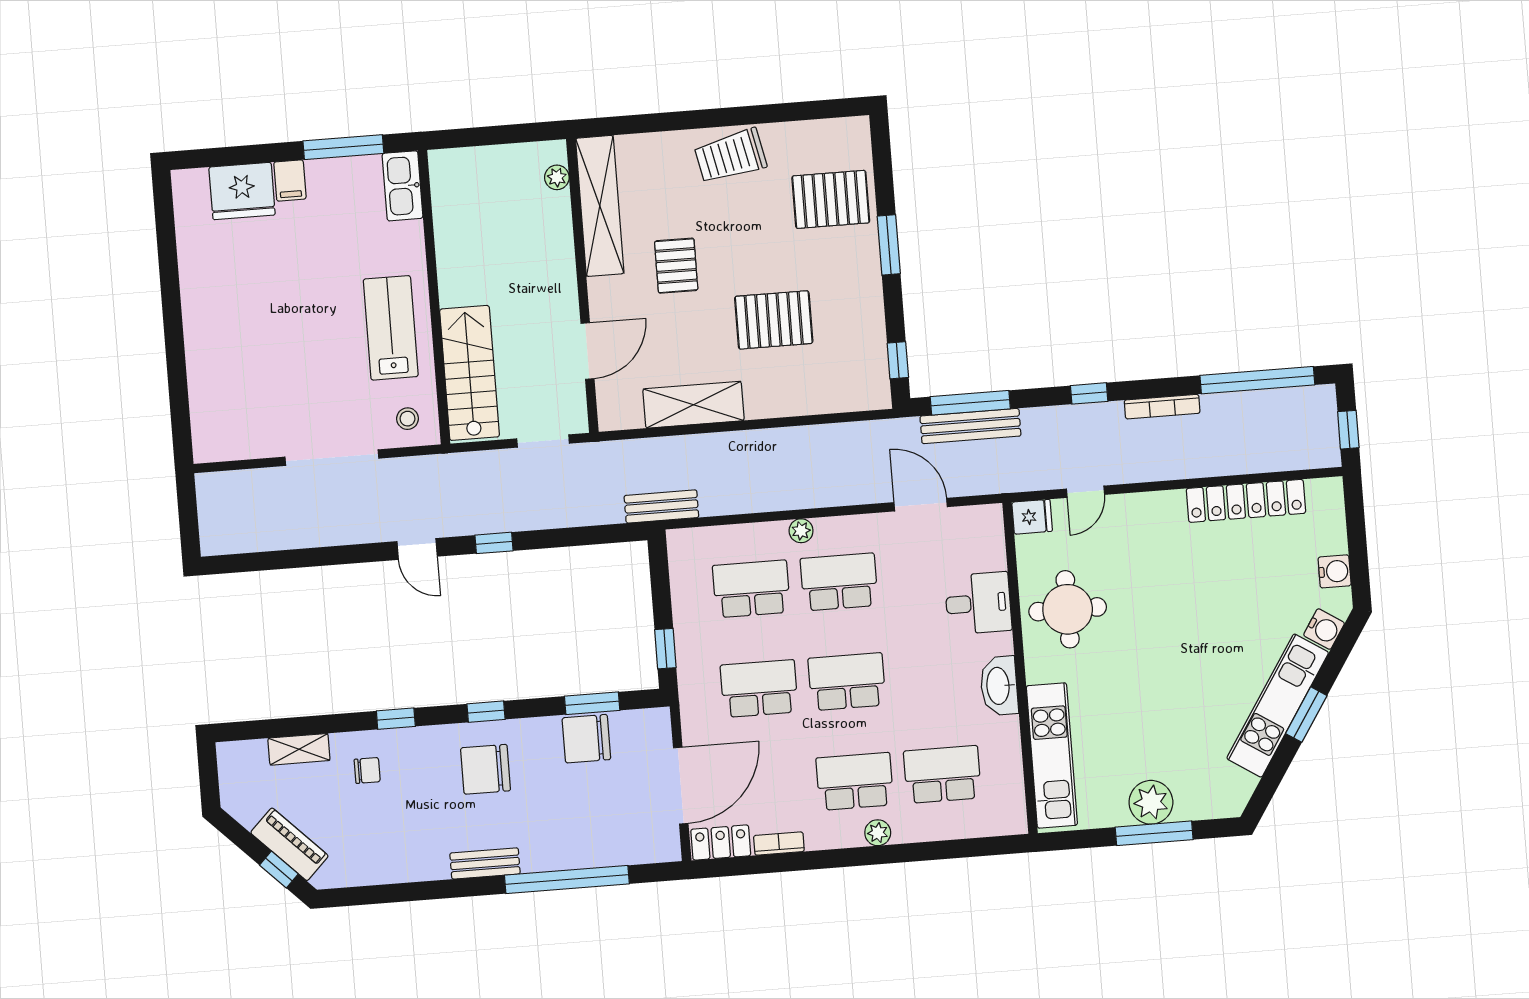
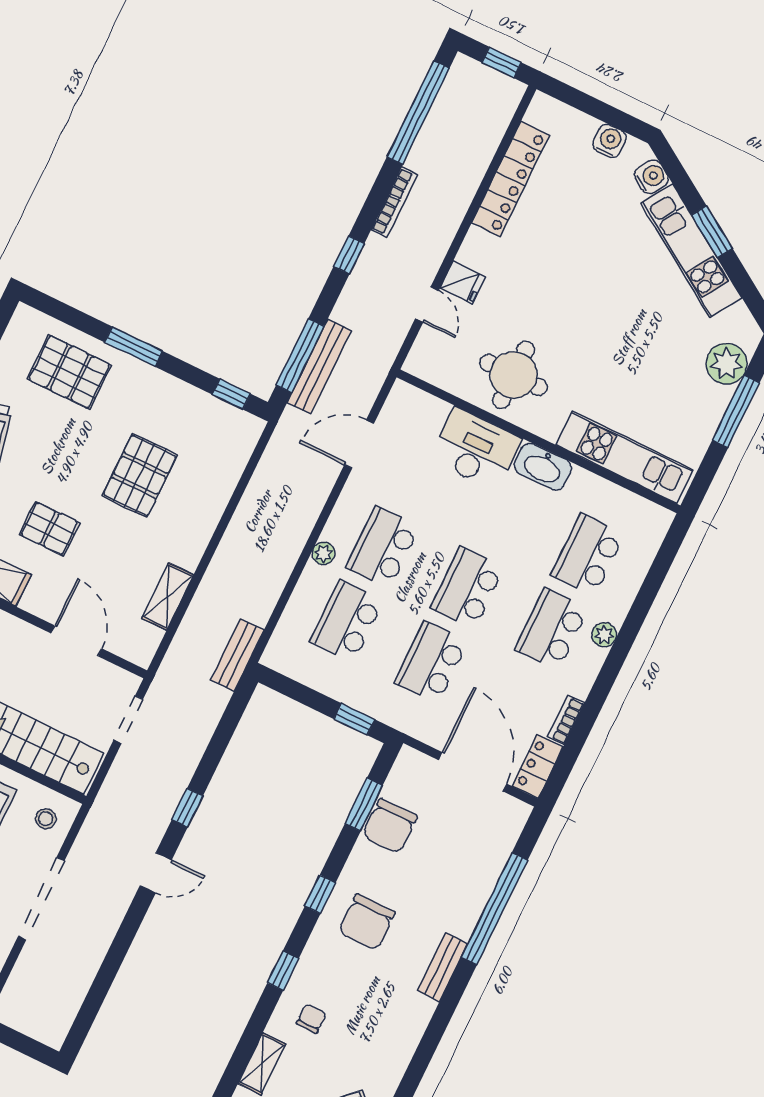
pallet: (831, 199) -> (69, 372), turned 90
shelving: (694, 405) -> (168, 597), width x0.67, depth x0.75
fridge: (1032, 517) -> (462, 282), moved, turned 90
desk: (978, 603) -> (475, 449), width x1.37
plant: (1151, 802) -> (727, 364), moved

